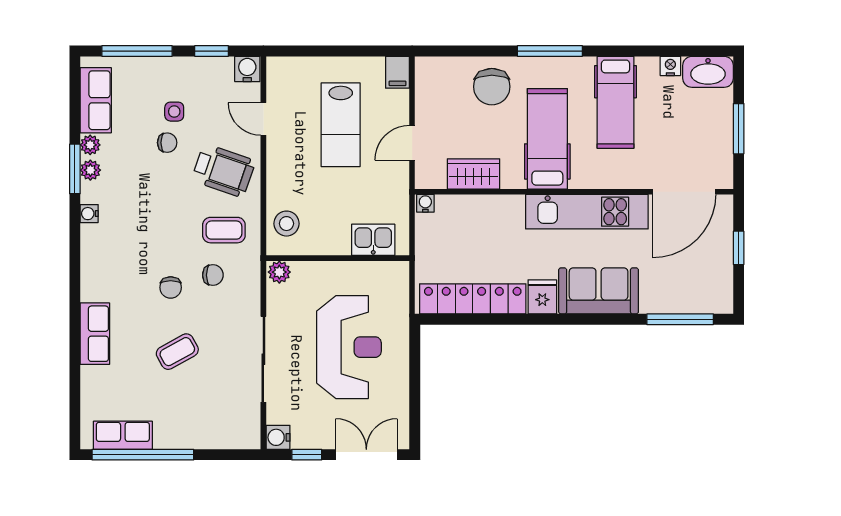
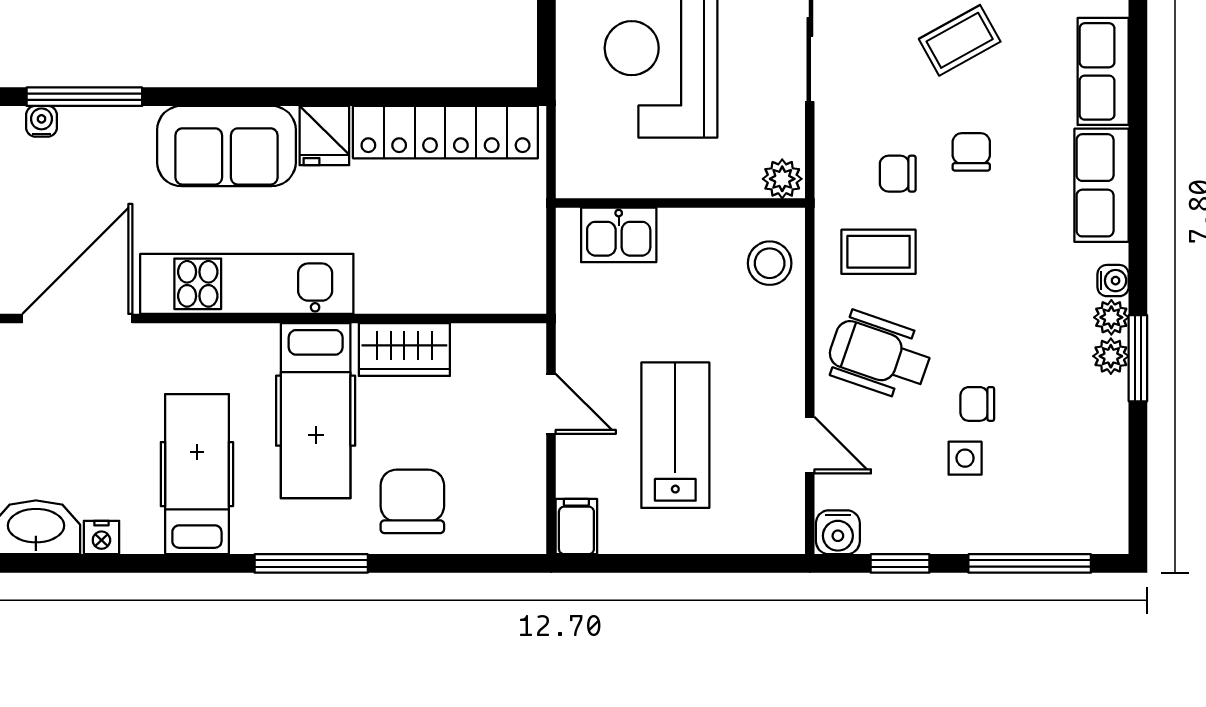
row of seats: (96, 100) -> (1102, 185), moved
door: (412, 143) -> (551, 404), hinge flipped
plant: (90, 145) -> (1111, 317), moved
wardrobe: (474, 174) -> (404, 350), moved
water cooler: (425, 203) -> (42, 121), moved, turned 180

